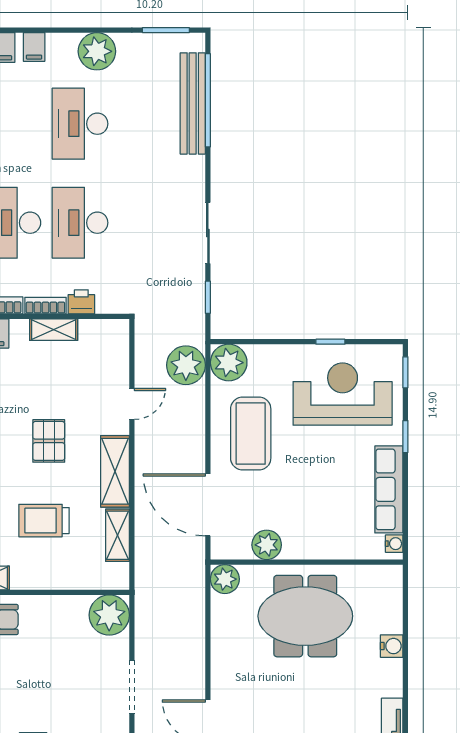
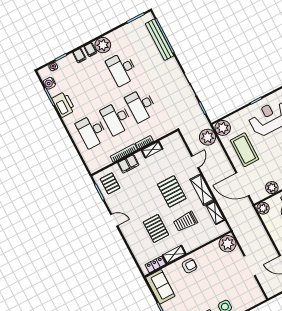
plant: (97, 51) -> (103, 45), moved
printer: (81, 302) -> (157, 134), removed
pallet: (49, 441) -> (172, 191), width x1.50, depth x1.42

